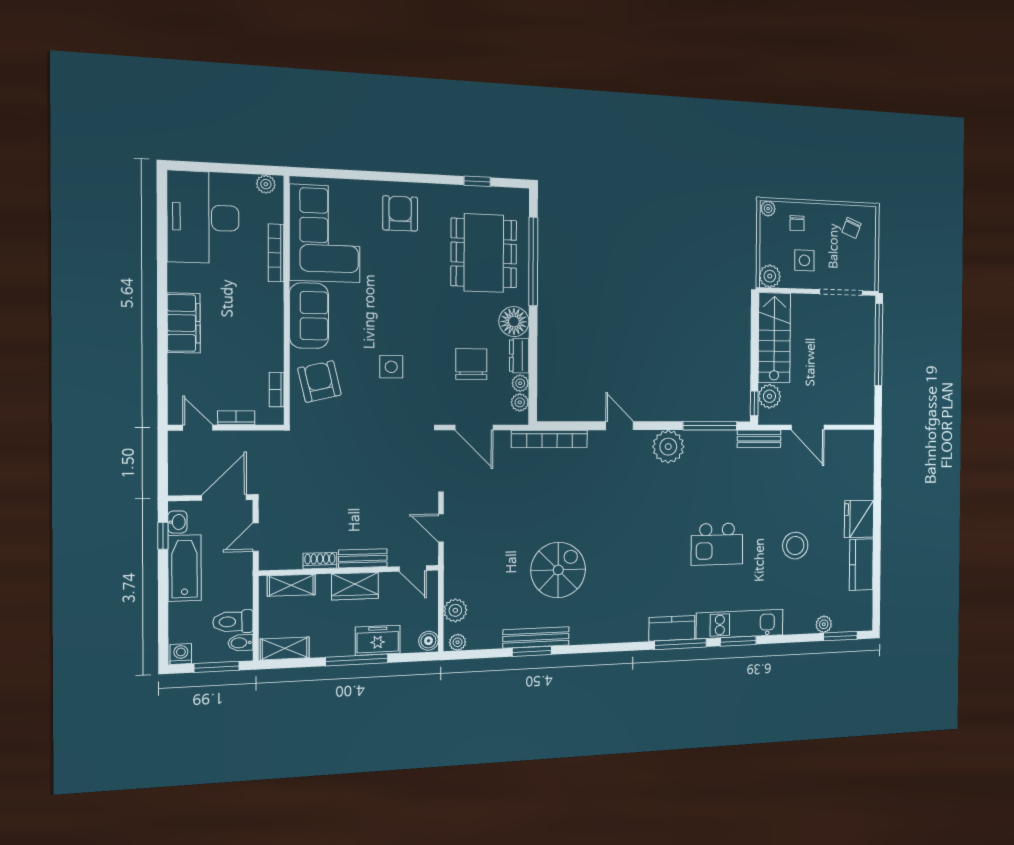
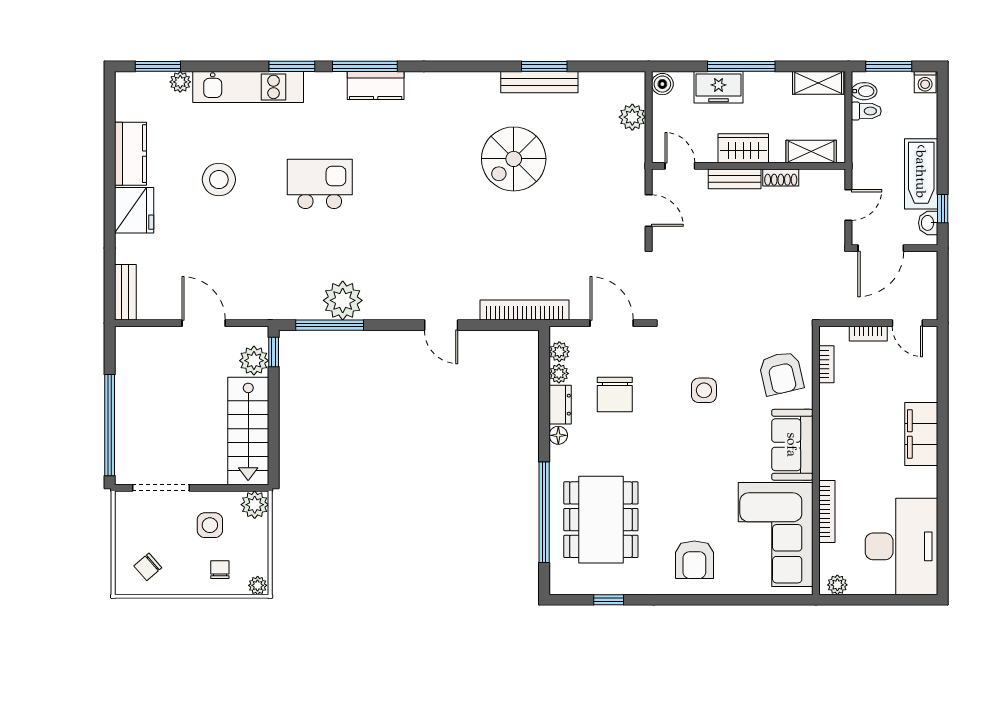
chair: (852, 228) -> (148, 567), turned -152
floor lamp: (514, 322) -> (558, 435), width x0.53, depth x0.53
bench: (759, 439) -> (125, 292), moved, turned 90
plant: (668, 447) -> (343, 300), moved
toilet: (233, 622) -> (866, 111), width x0.73, depth x0.72
kitchen unit: (740, 624) -> (248, 87), moved
plant: (458, 642) -> (630, 81), removed

